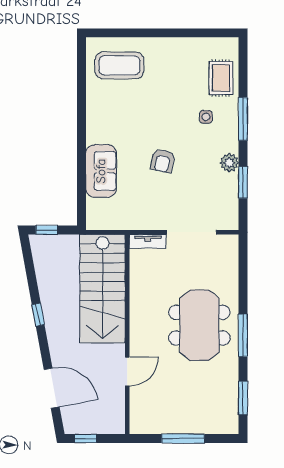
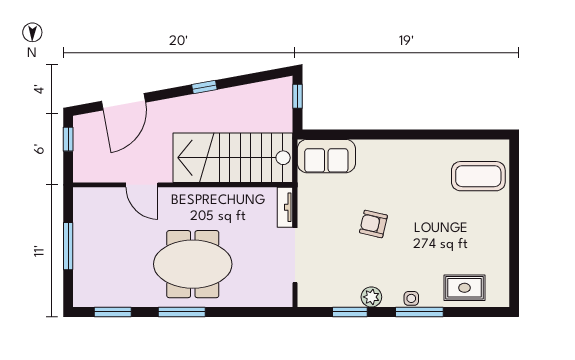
coffee table: (119, 65) -> (478, 176), turned 90
side table: (206, 117) -> (411, 298), moved
sofa: (101, 171) -> (326, 156), moved

